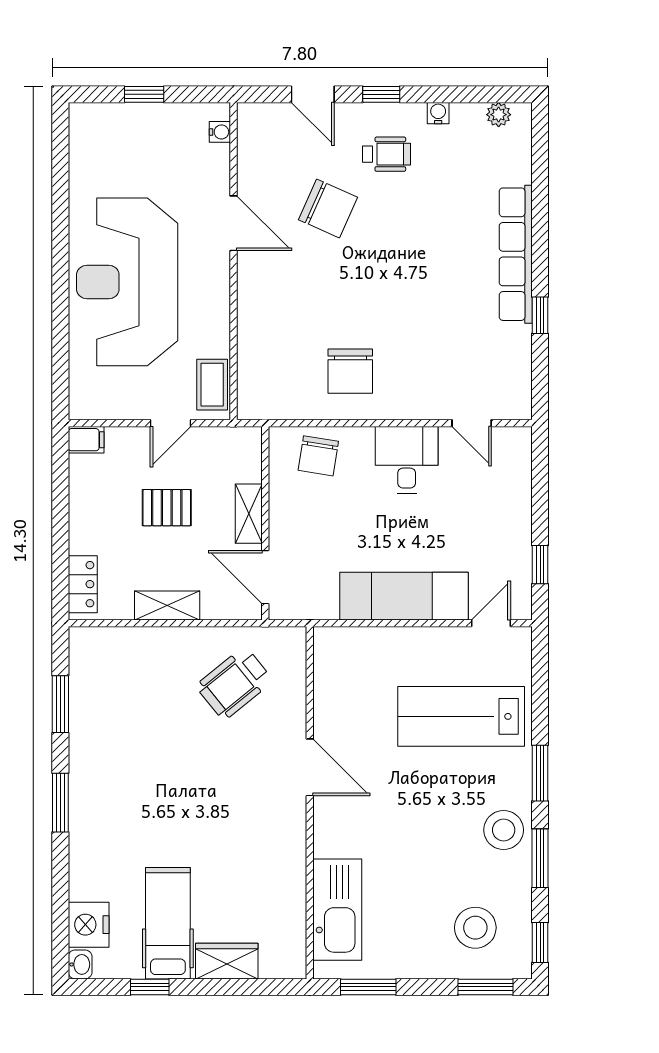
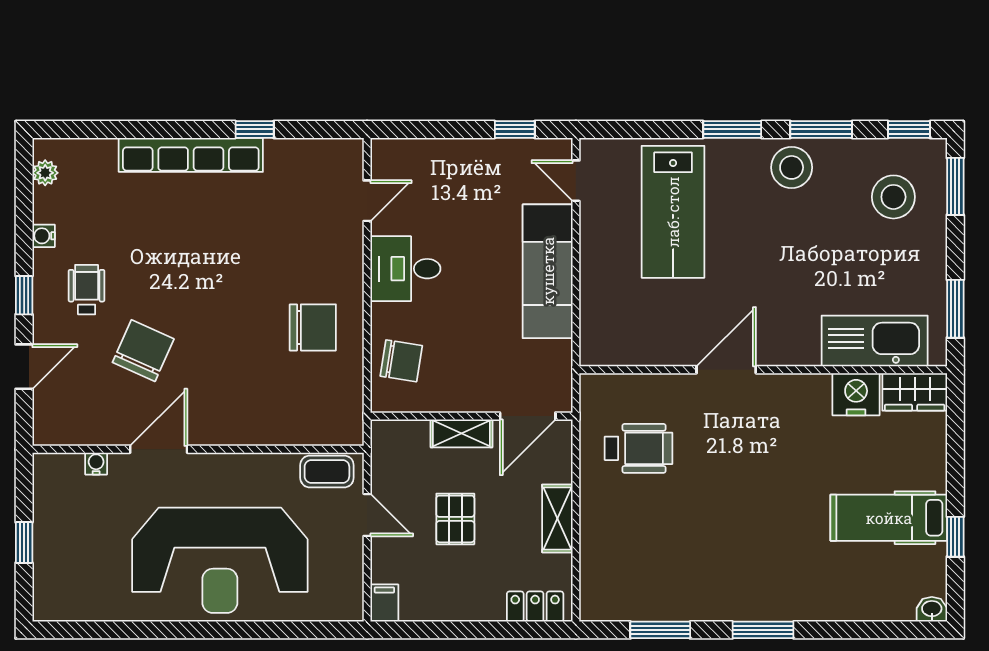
water cooler: (220, 132) -> (96, 464), moved
wheelchair: (234, 683) -> (639, 448), turned -51
nightstand: (89, 925) -> (856, 394), moved, turned 180
wardrobe: (227, 961) -> (915, 392), moved, turned -90

